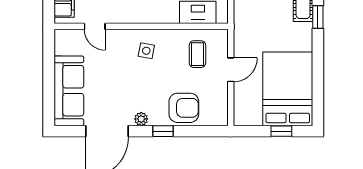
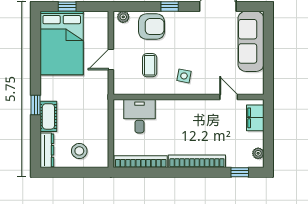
coffee table: (197, 54) -> (150, 65), moved
armchair: (184, 108) -> (152, 27), turned 180
plant: (141, 119) -> (123, 17), moved

